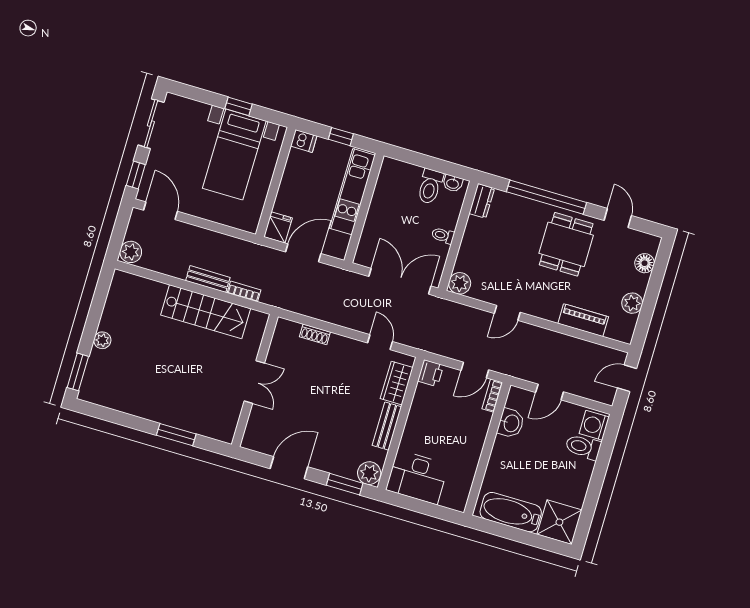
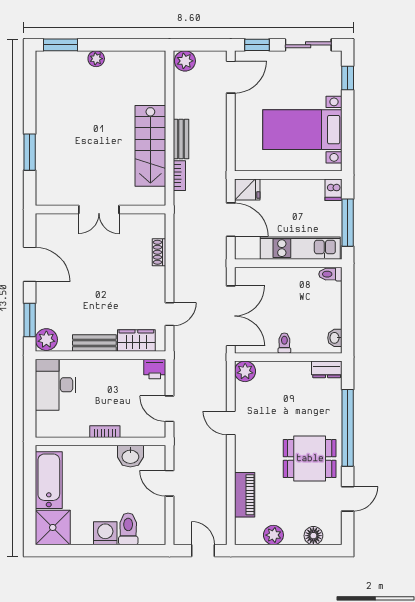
window: (238, 106) -> (348, 78), moved
window: (341, 137) -> (348, 223), width x2.17
toilet: (430, 186) -> (330, 274), moved, width x0.73, depth x0.72
bookcase: (492, 396) -> (105, 432), moved
washing machine: (594, 425) -> (105, 533), moved

